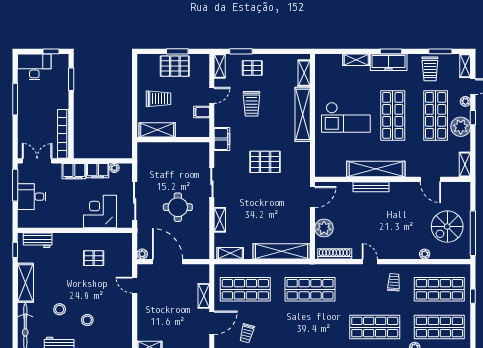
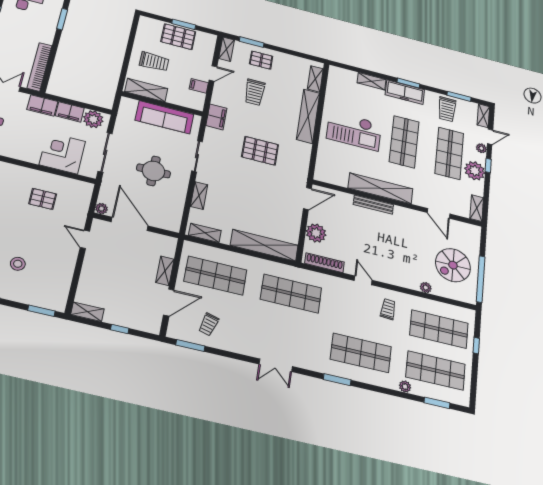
sofa: (178, 152) -> (164, 117), added
plant: (114, 168) -> (93, 119), width x1.87, depth x1.87

